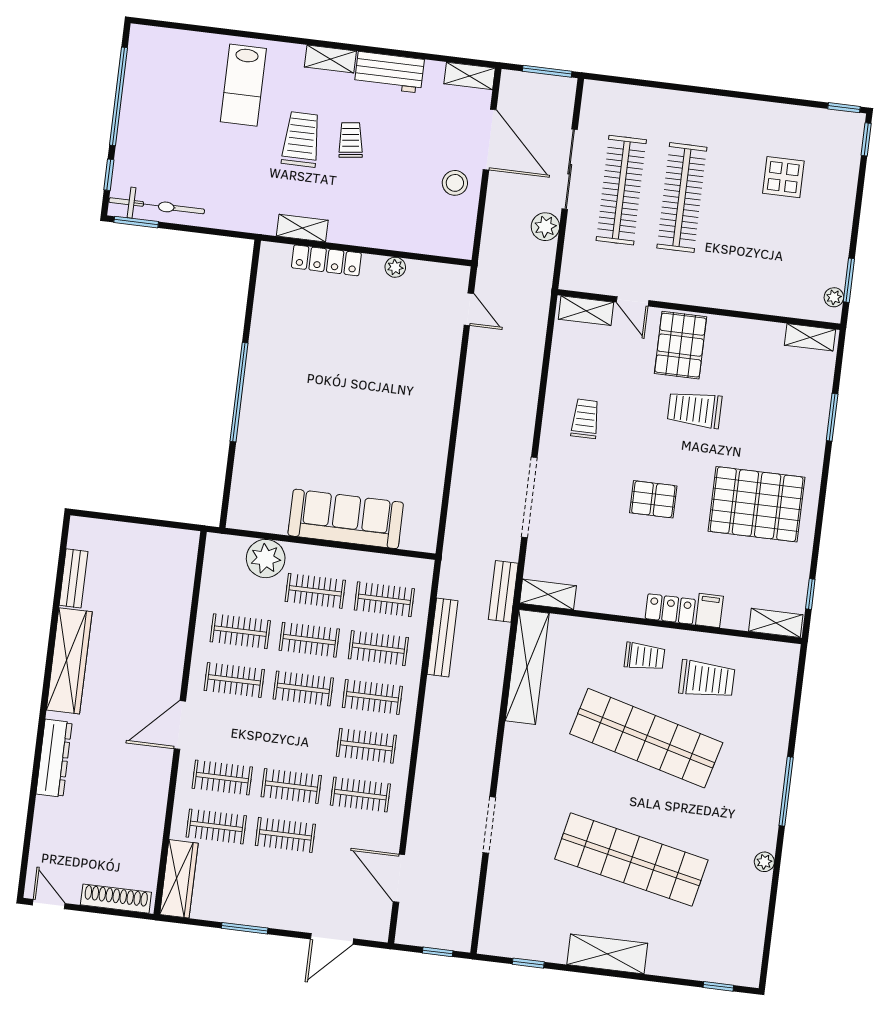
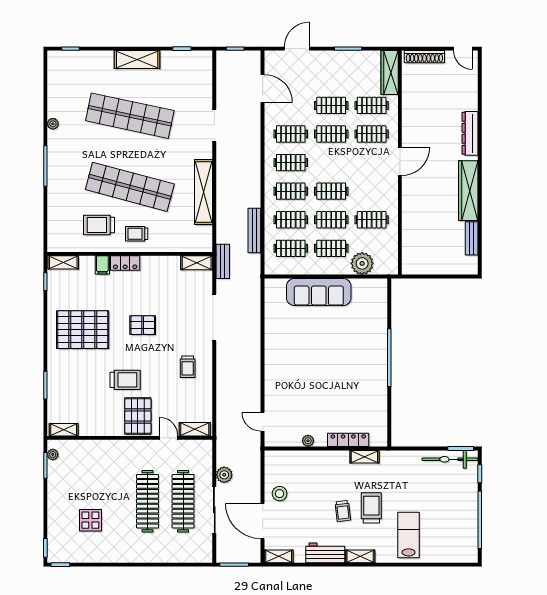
trolley: (301, 139) -> (371, 508), turned 180
shelving: (527, 667) -> (204, 192), moved
clothes rail: (234, 680) -> (372, 191), removed

